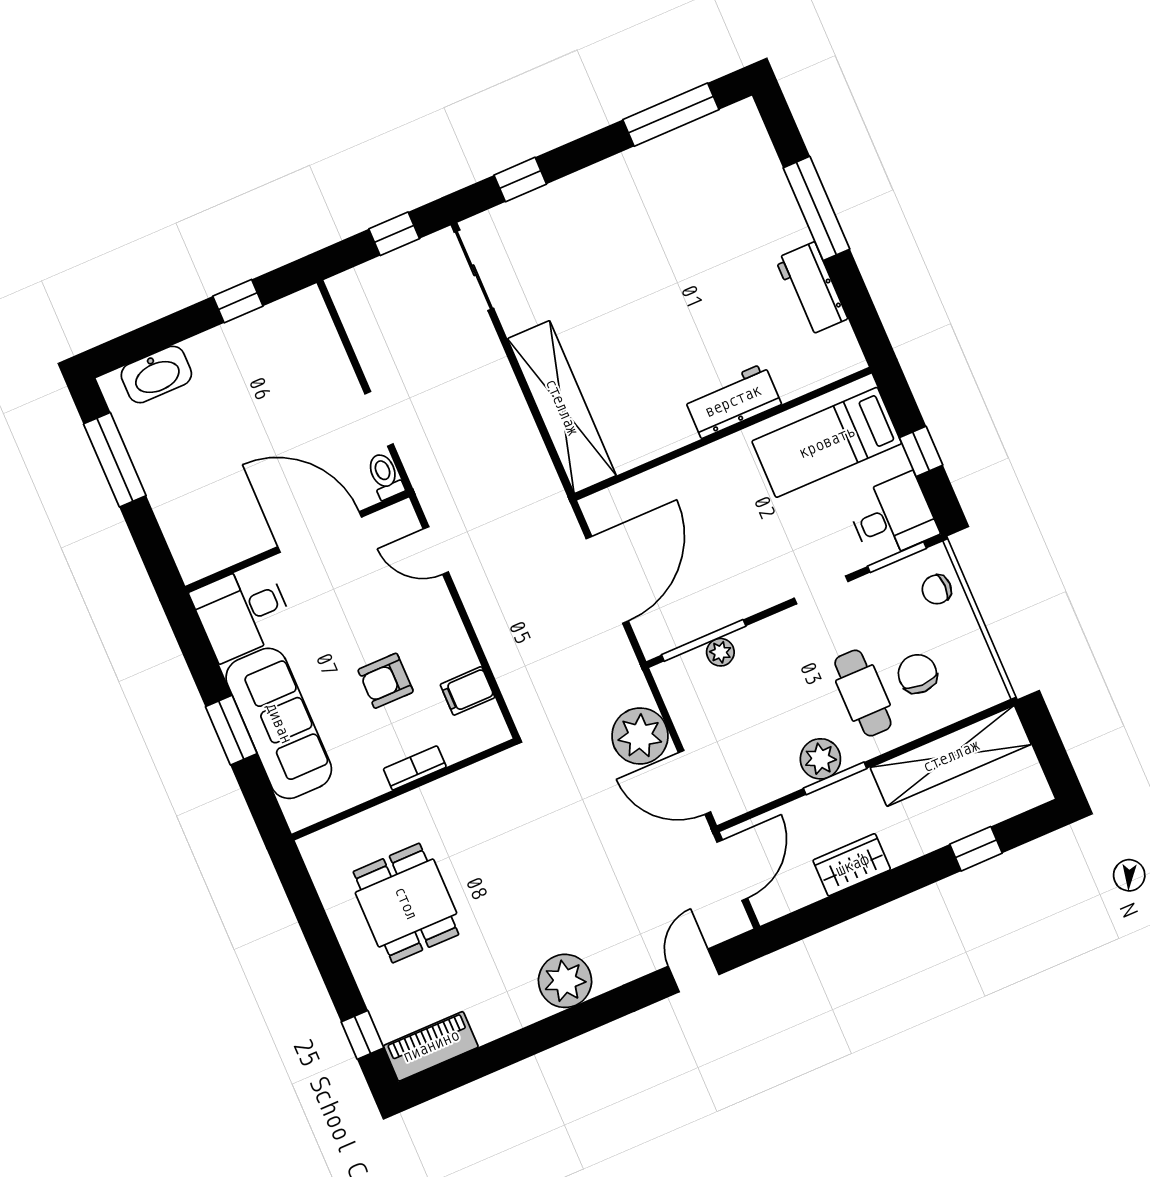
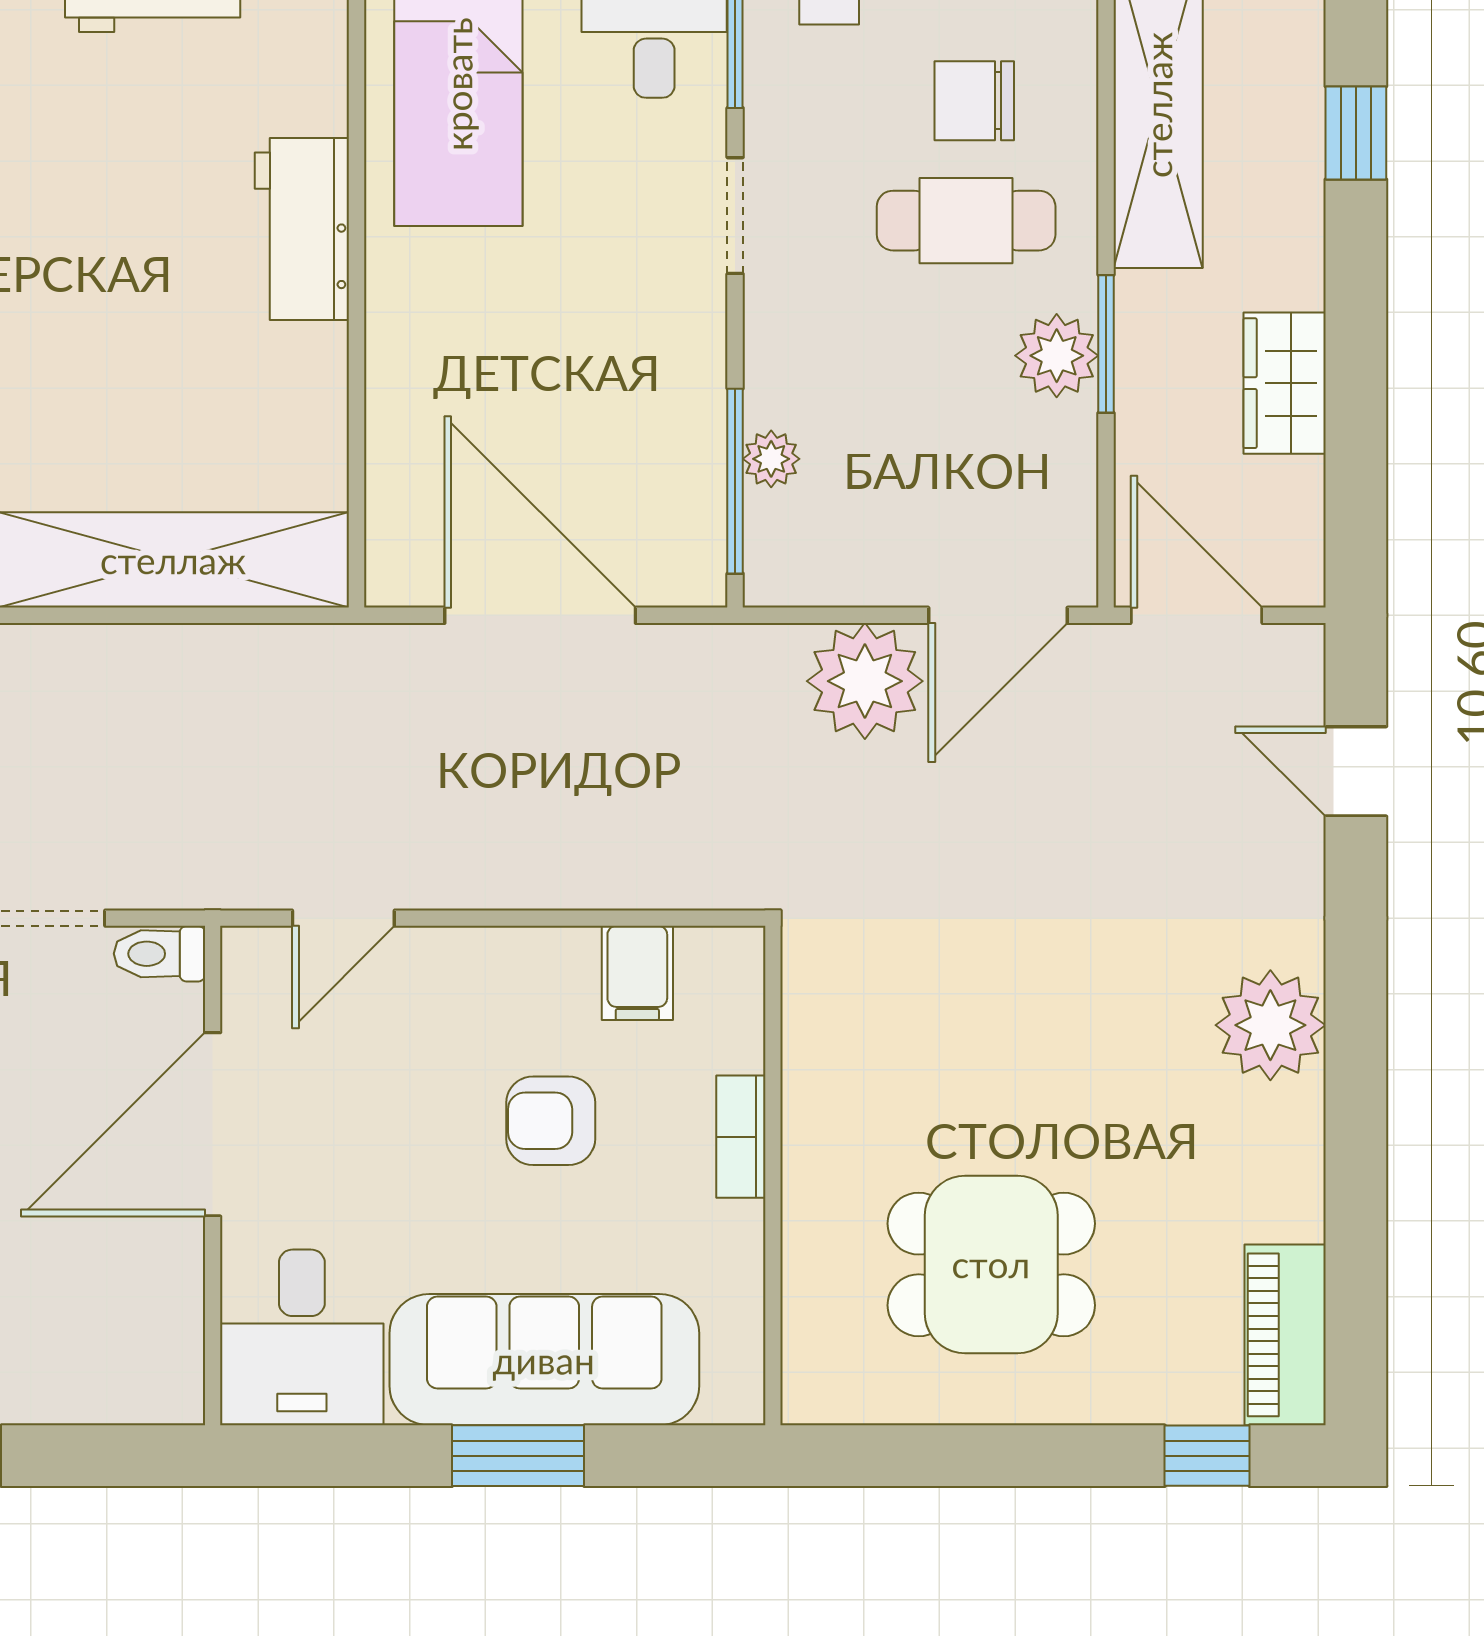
armchair: (386, 681) -> (551, 1121), turned 90

